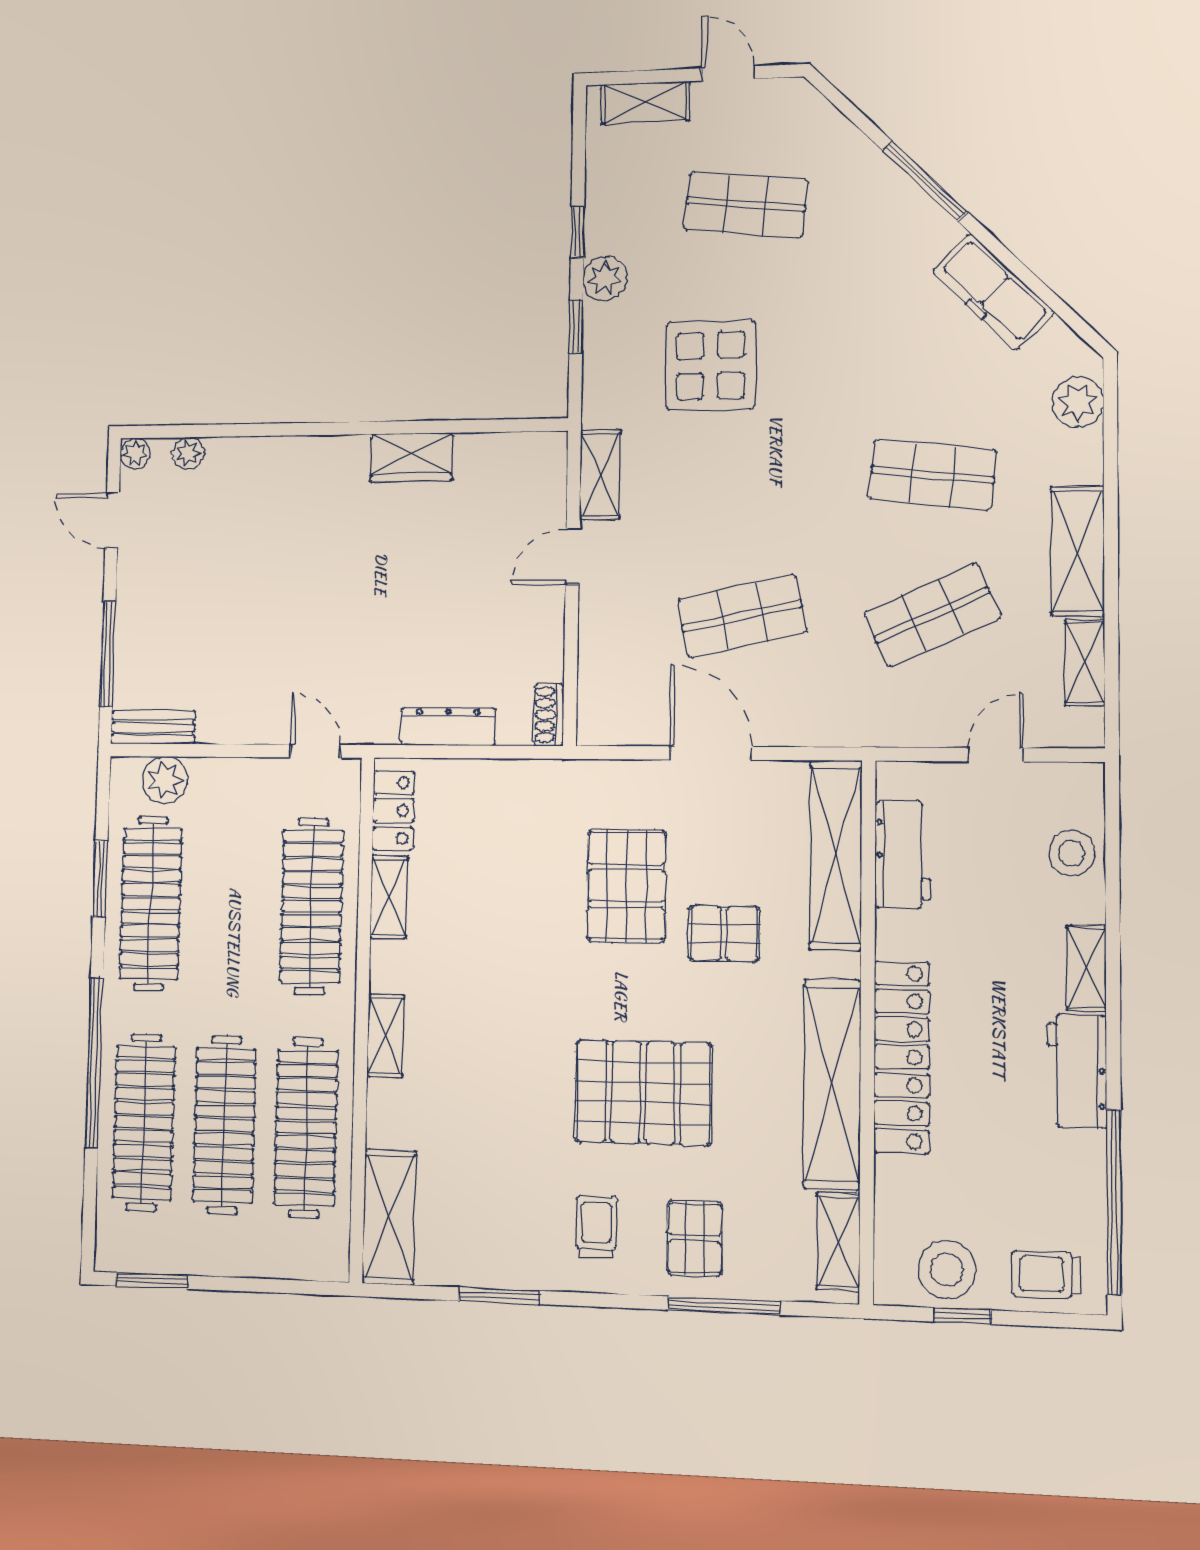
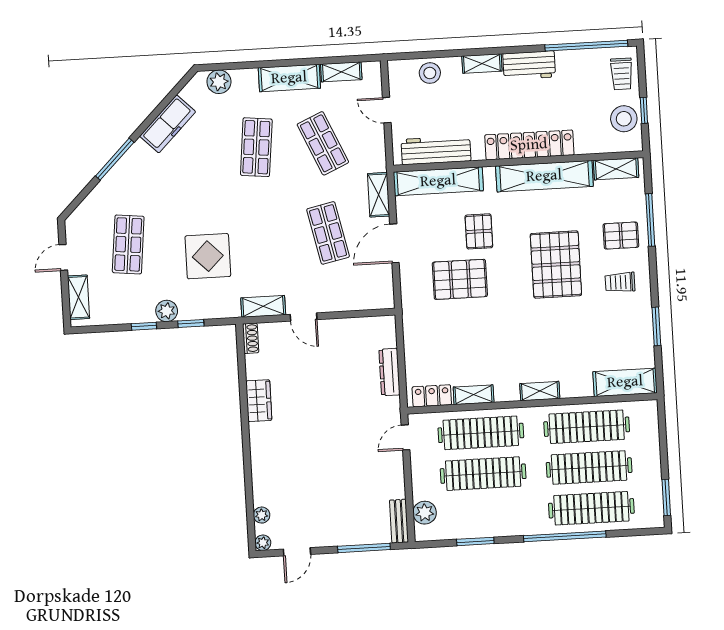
shoe rack: (549, 715) -> (251, 338), moved, turned -90
shelving: (815, 726) -> (379, 195), added
workbench: (903, 855) -> (436, 150), width x1.38
clothes rail: (151, 904) -> (483, 474), moved

